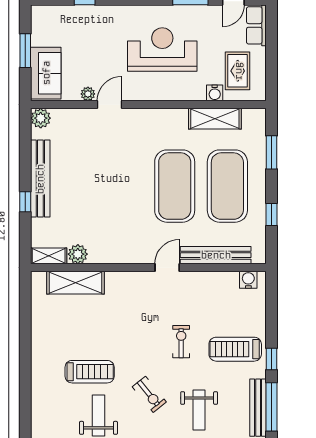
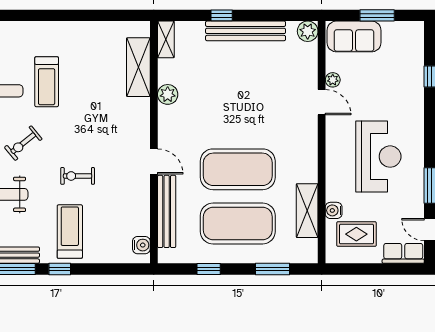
plant: (78, 254) -> (168, 94), moved
exercise bike: (181, 342) -> (78, 176), turned 180

